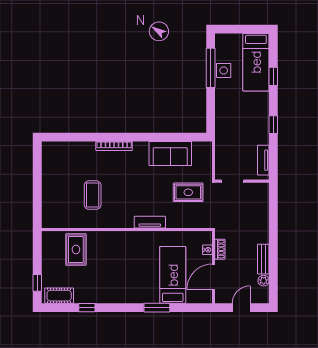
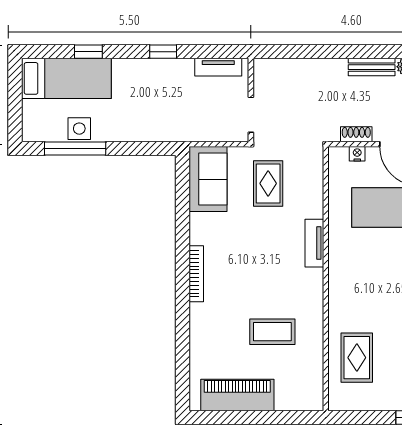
bookcase: (114, 146) -> (196, 274), moved
sofa: (170, 154) -> (208, 179), moved
piano: (52, 172) -> (237, 395), added
rug: (76, 249) -> (357, 358), turned 90

